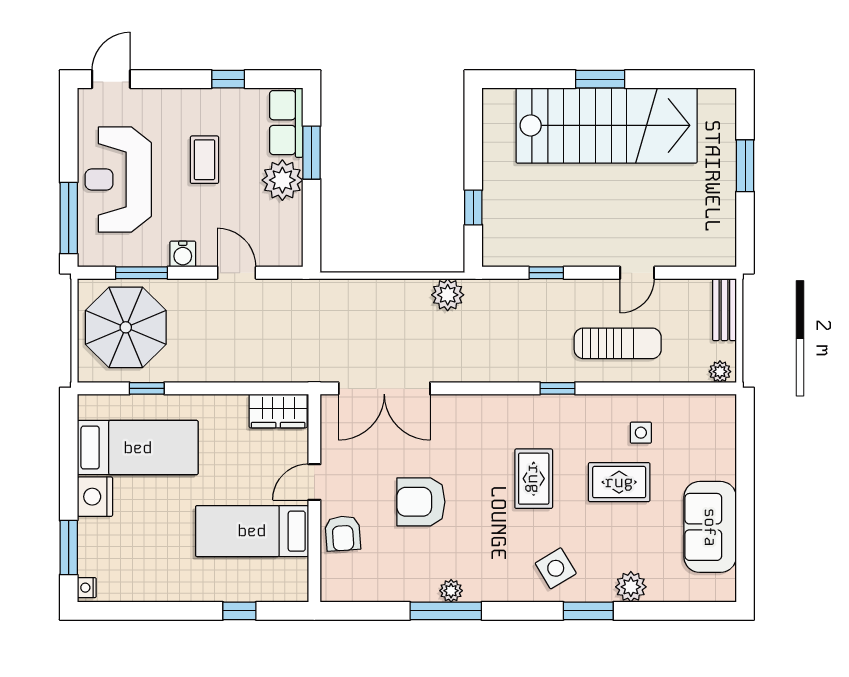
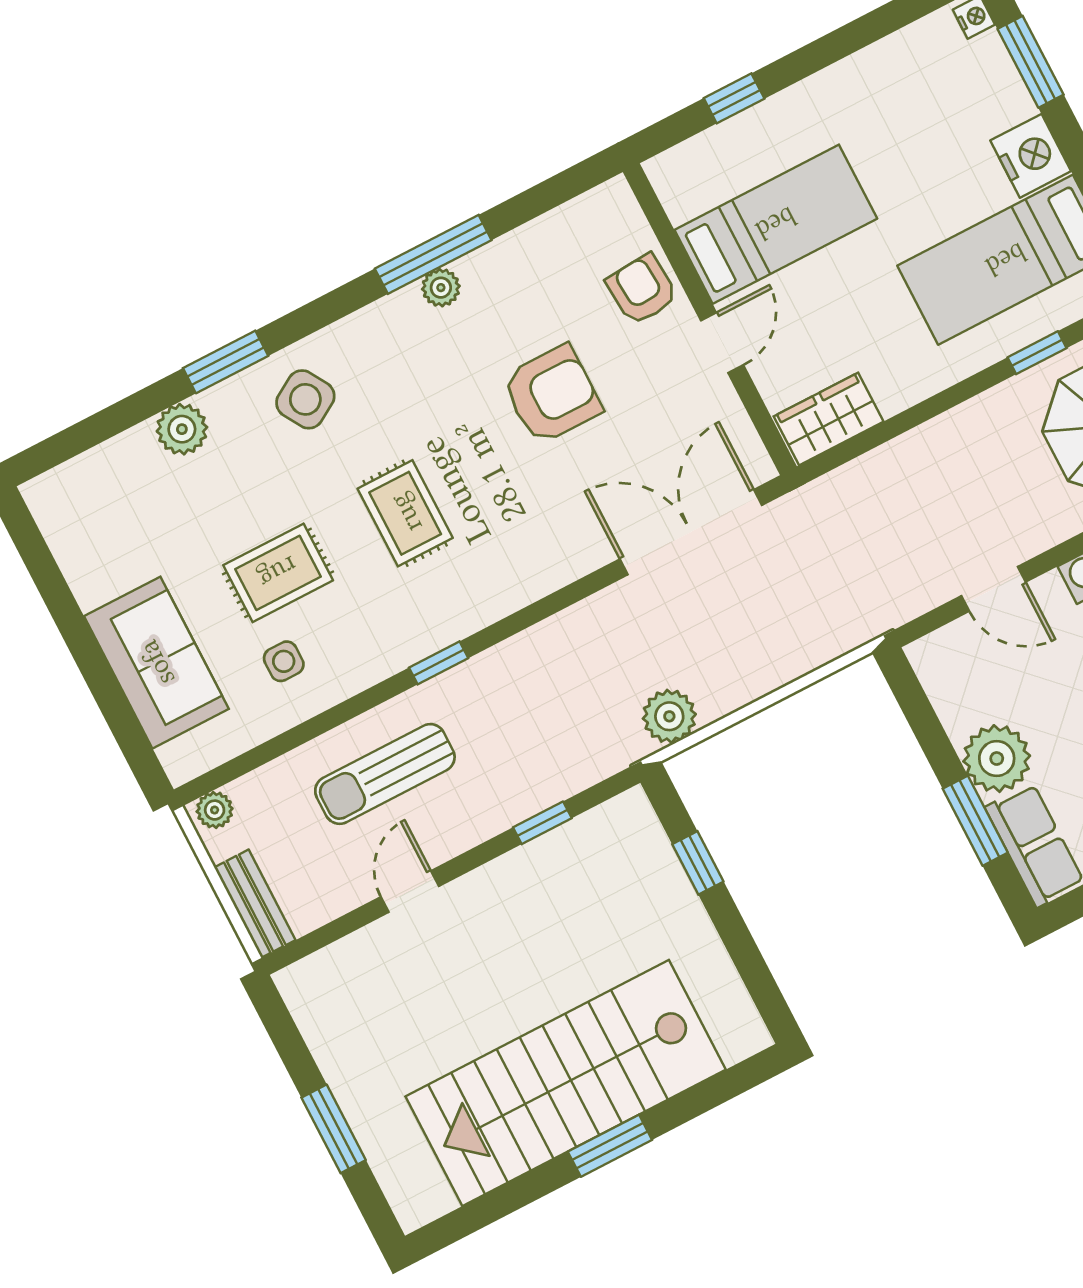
sofa: (710, 527) -> (156, 663), moved

